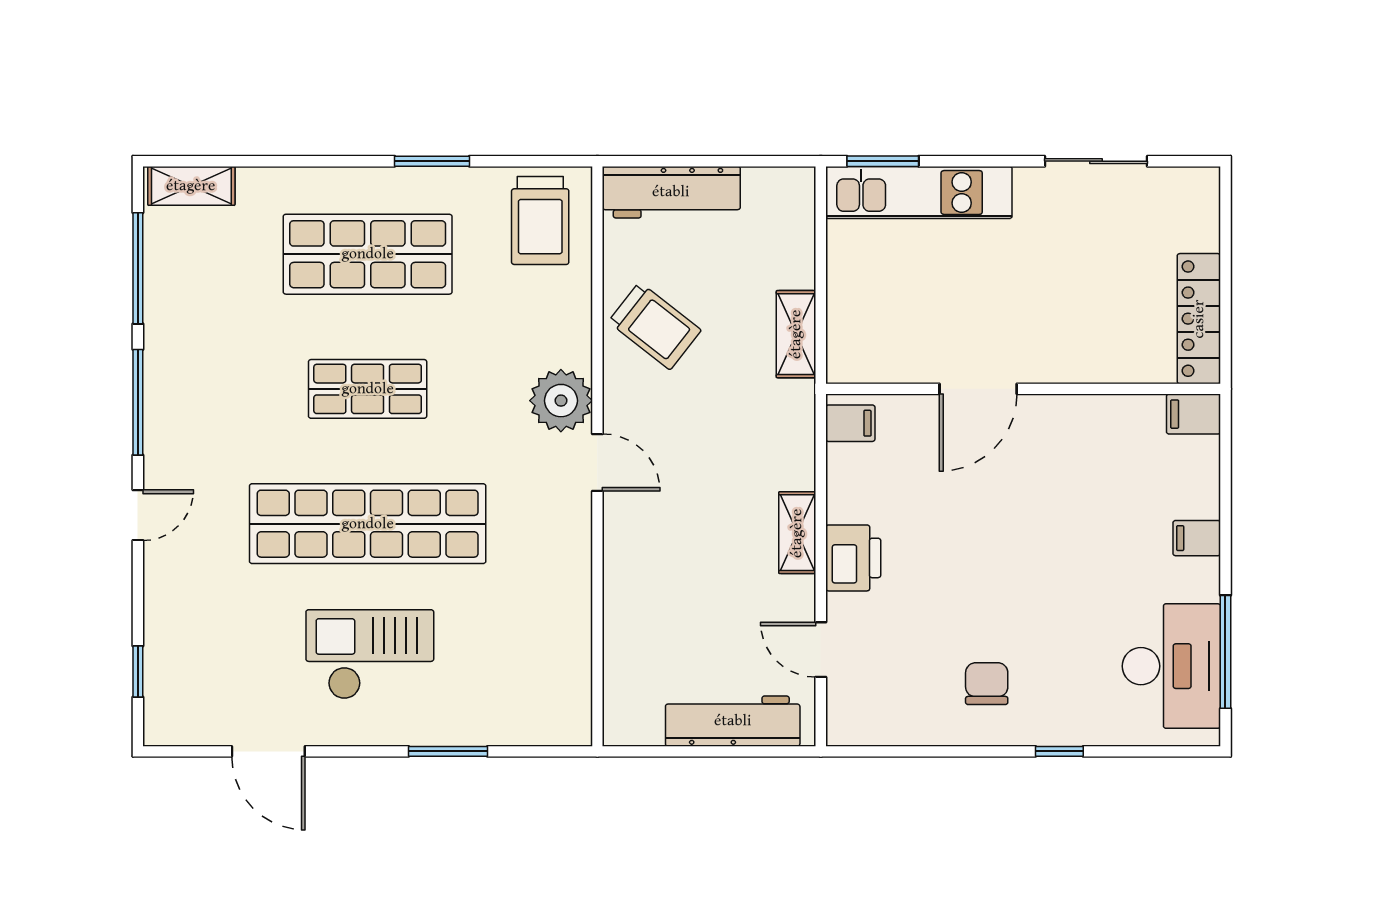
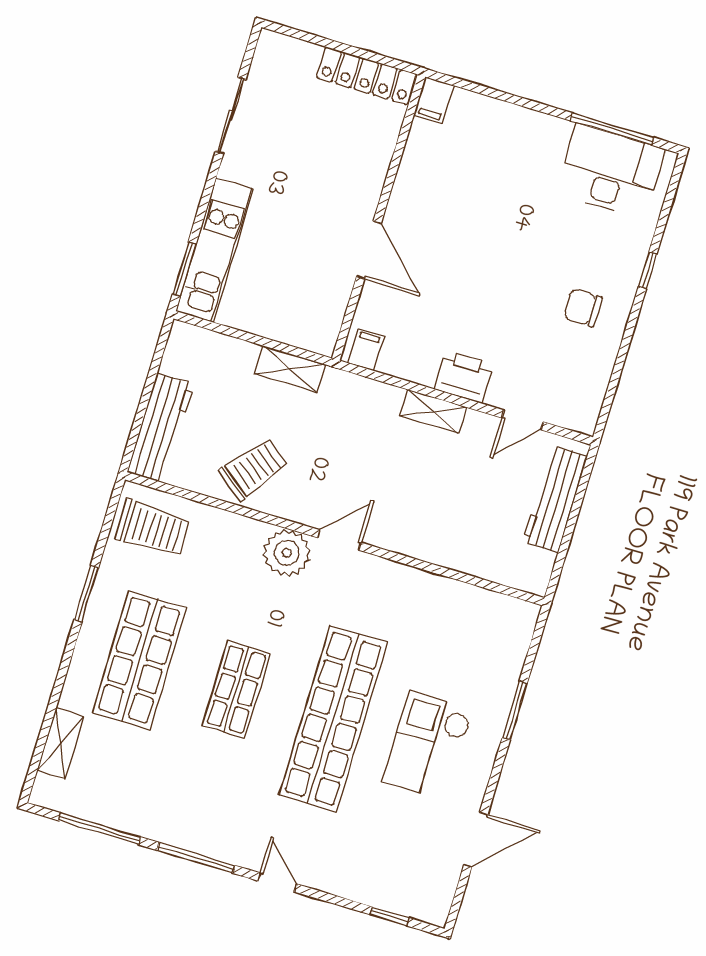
shelving: (191, 186) -> (60, 743), moved
filing cabinet: (1197, 538) -> (524, 125), removed

